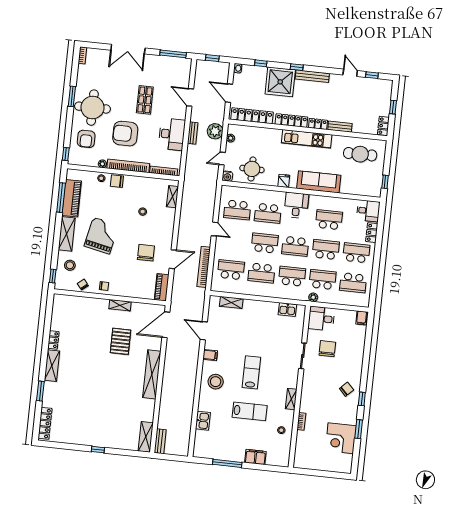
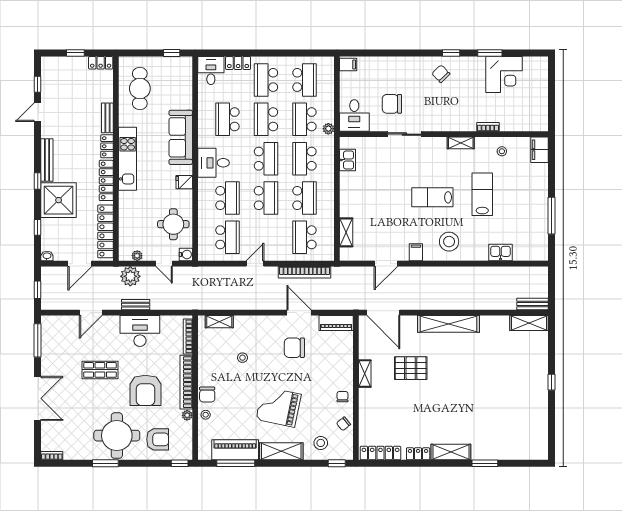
school desk: (265, 243) -> (266, 198), turned 180
locker: (45, 423) -> (380, 453), moved
filing cabinet: (255, 457) -> (540, 150), moved

